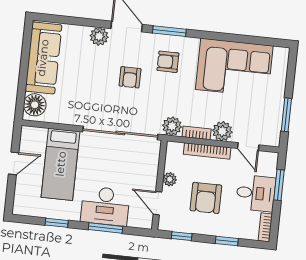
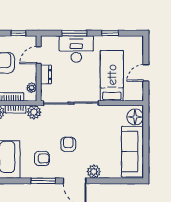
dresser: (150, 176) -> (46, 74), added
plant: (170, 179) -> (32, 88), moved
door: (157, 203) -> (39, 55), swing flipped

